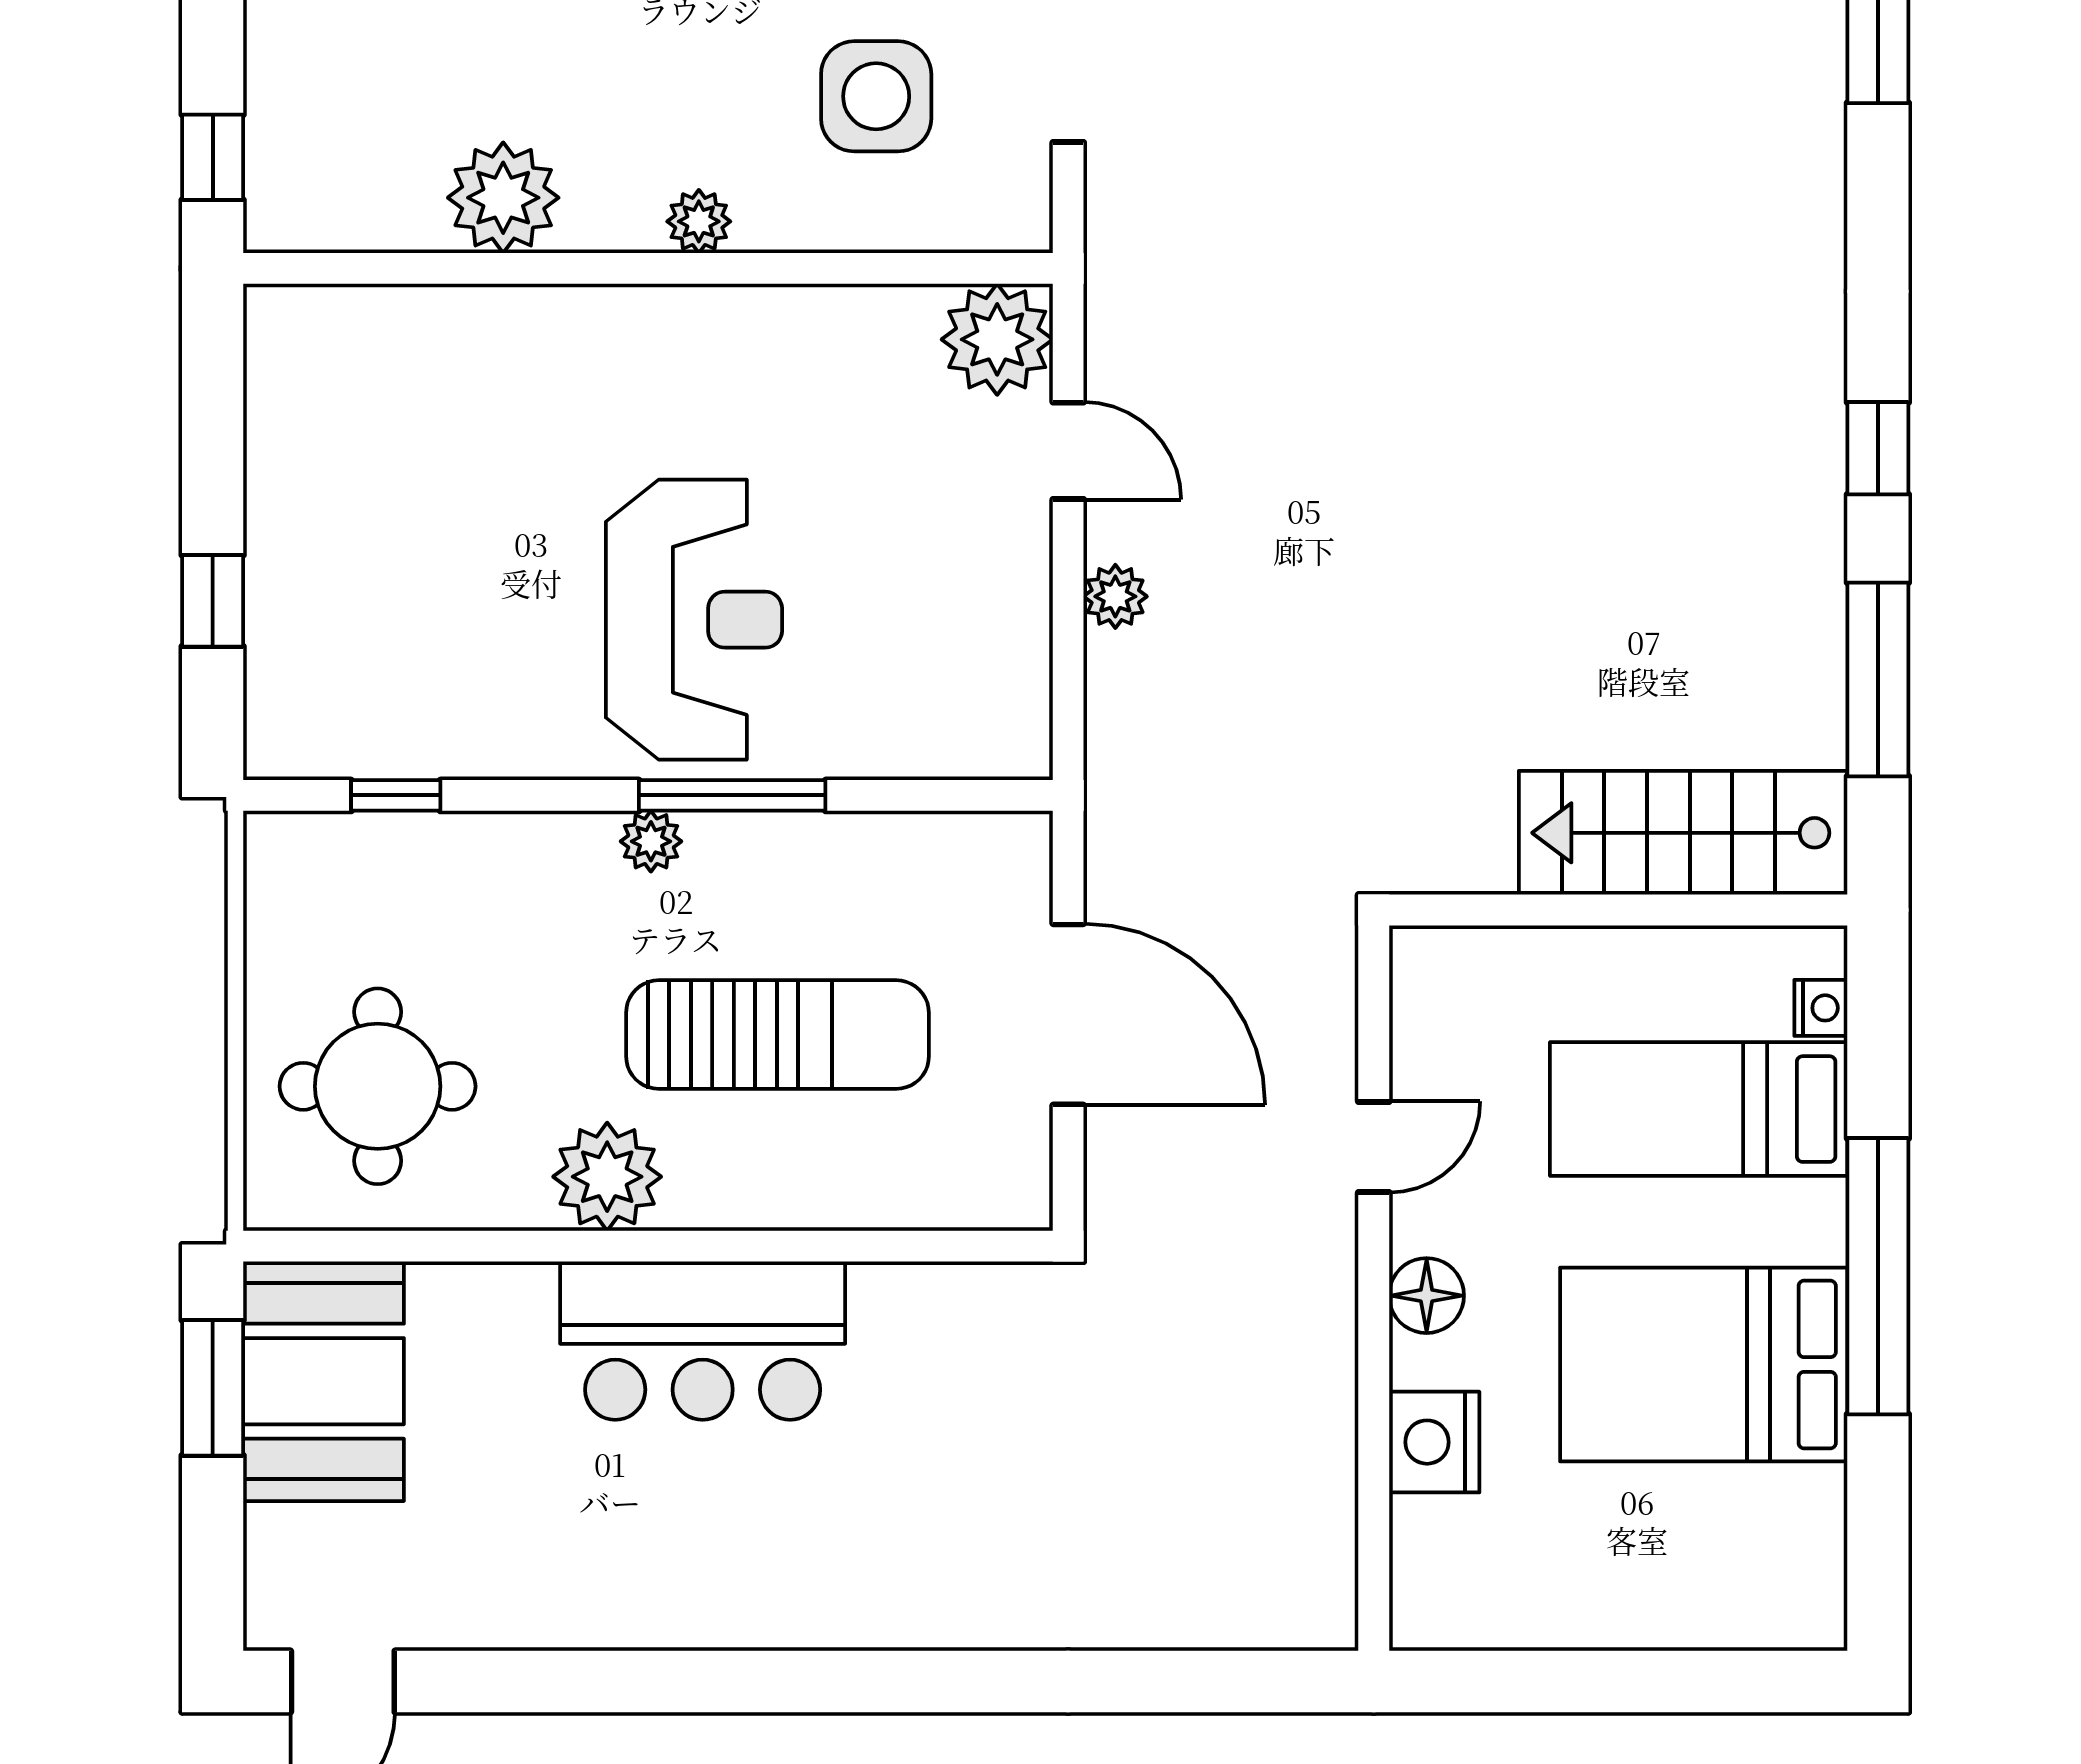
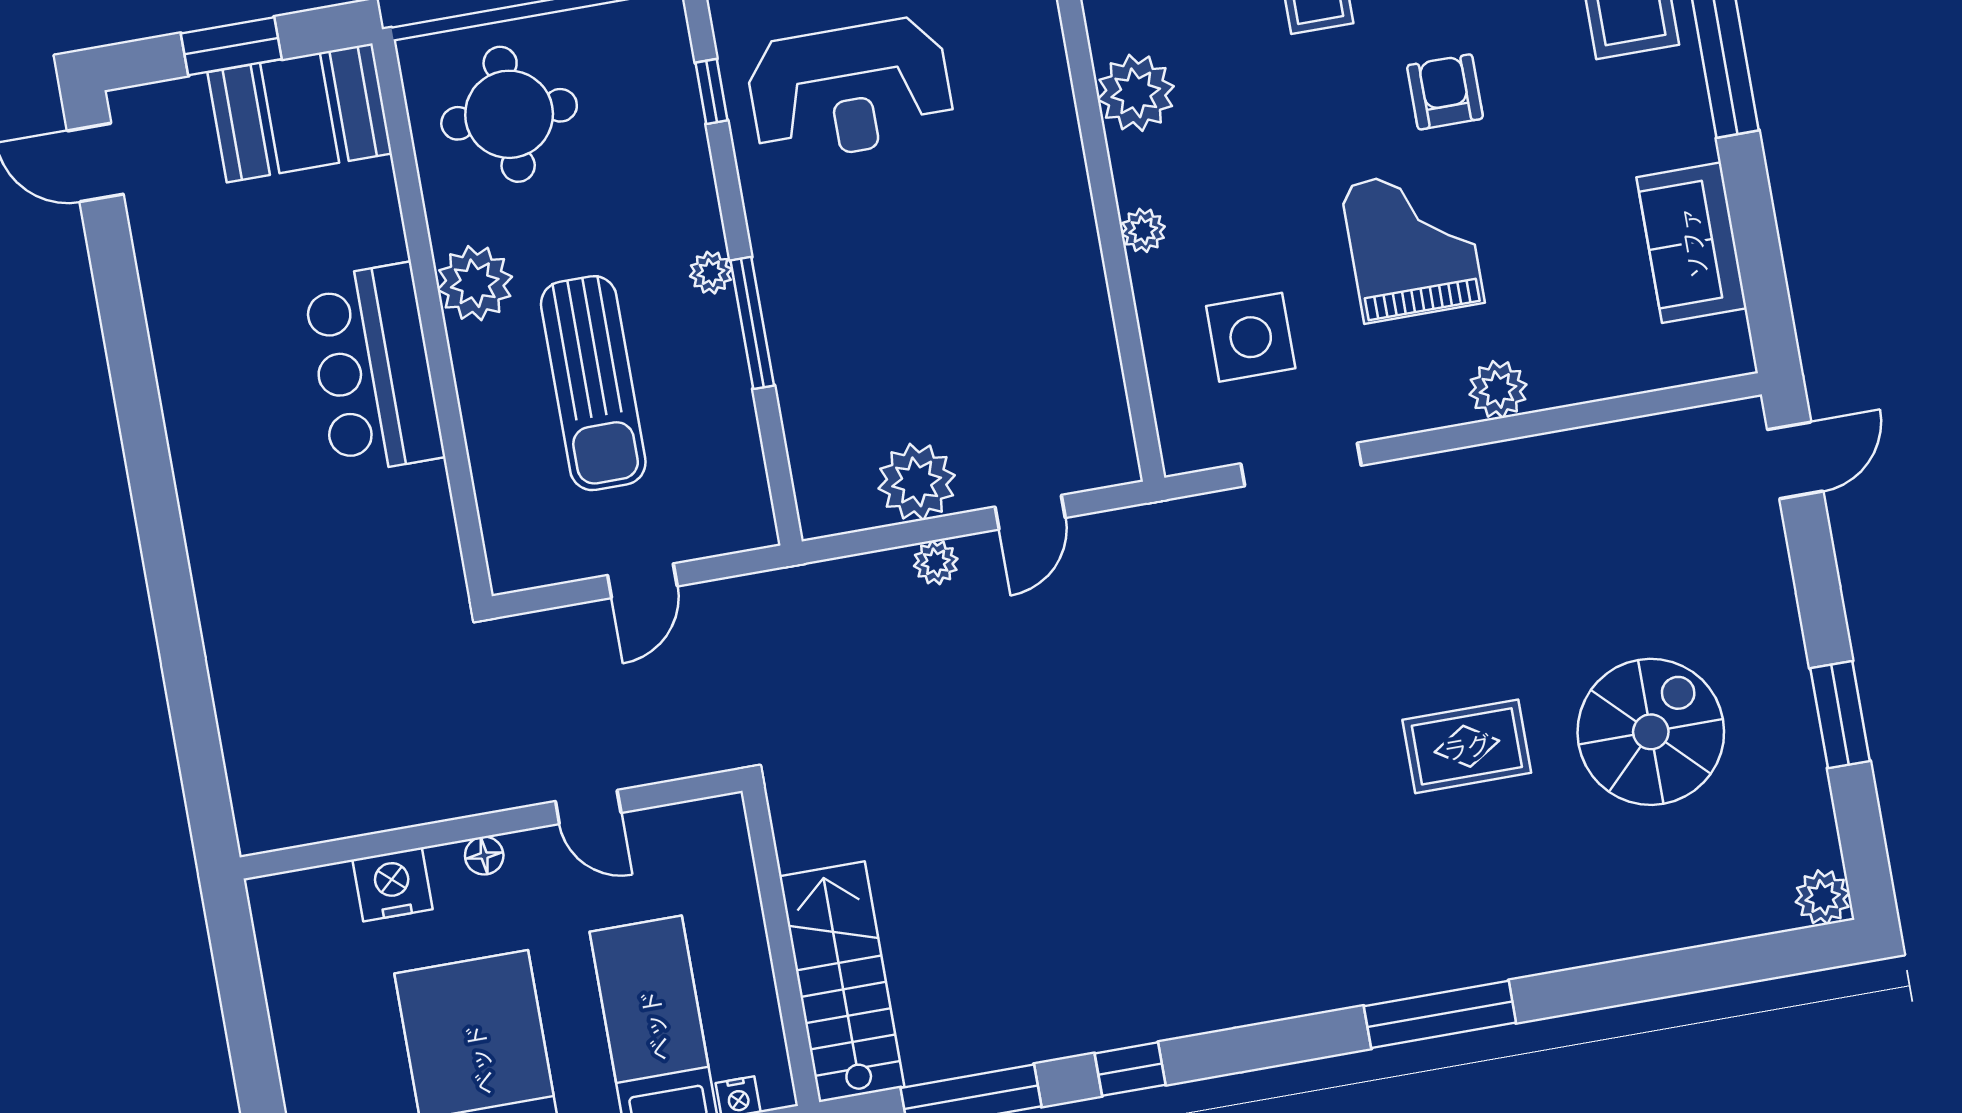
plant: (997, 339) -> (917, 482), moved
reception desk: (694, 620) -> (850, 90), moved
door: (1068, 1014) -> (642, 581), width x0.53
floor lamp: (1427, 1296) -> (484, 856), width x0.73, depth x0.73
window: (213, 1388) -> (231, 46), moved

